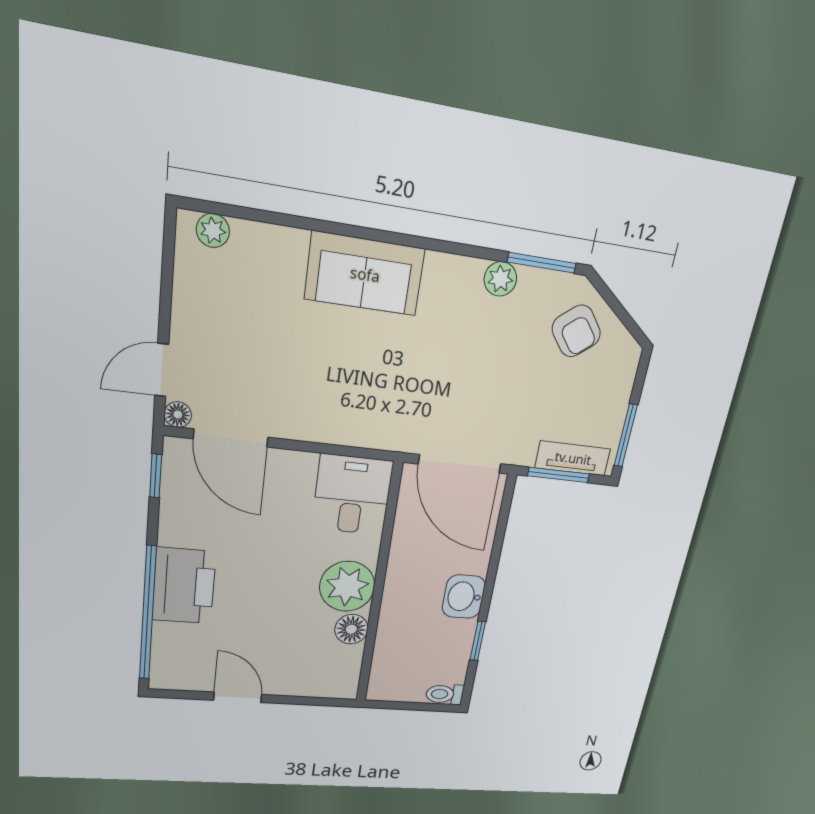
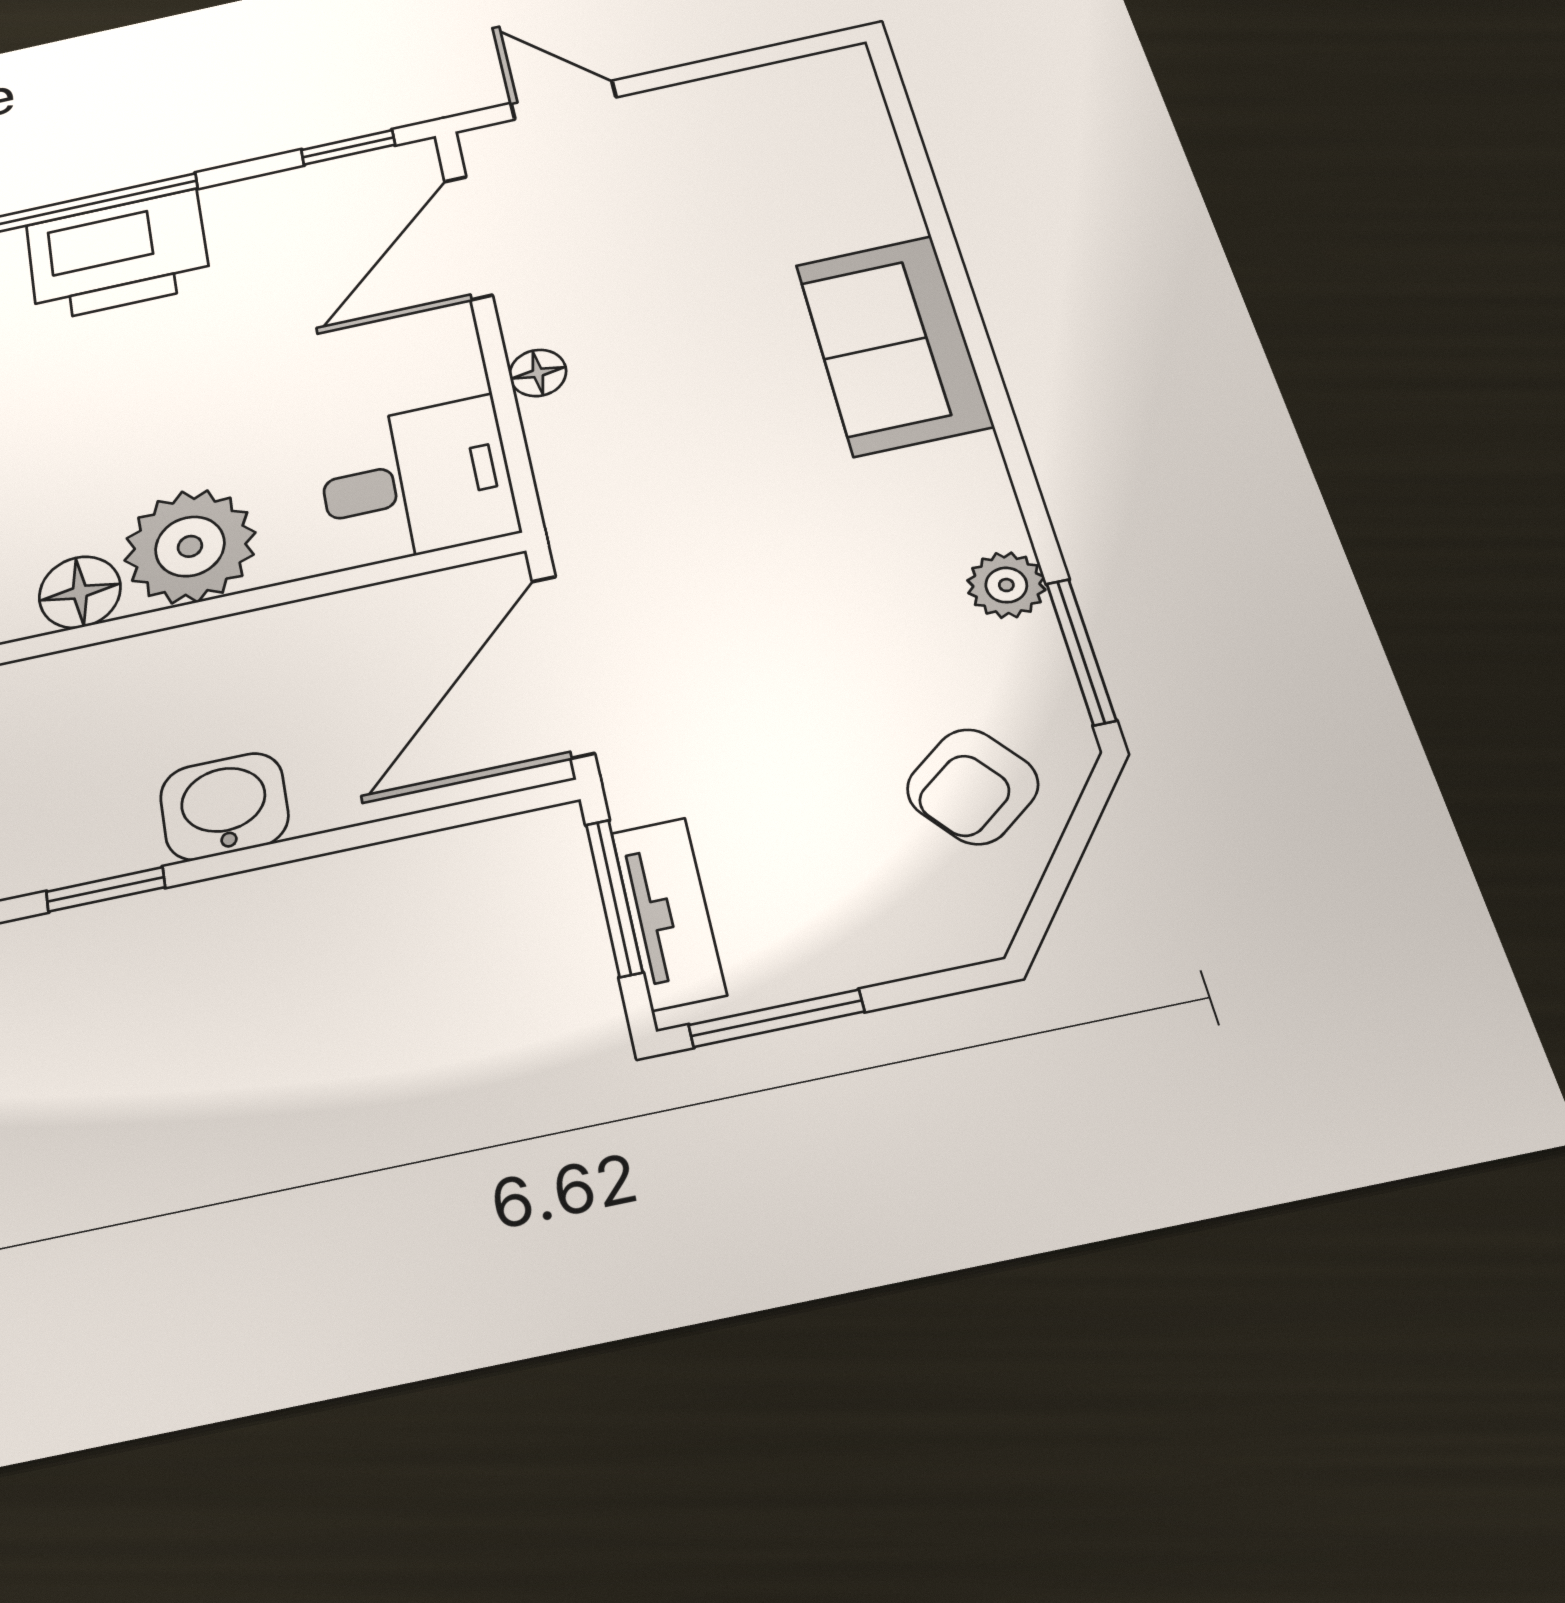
plant: (213, 231) -> (853, 99), removed
floor lamp: (178, 415) -> (538, 373), moved

